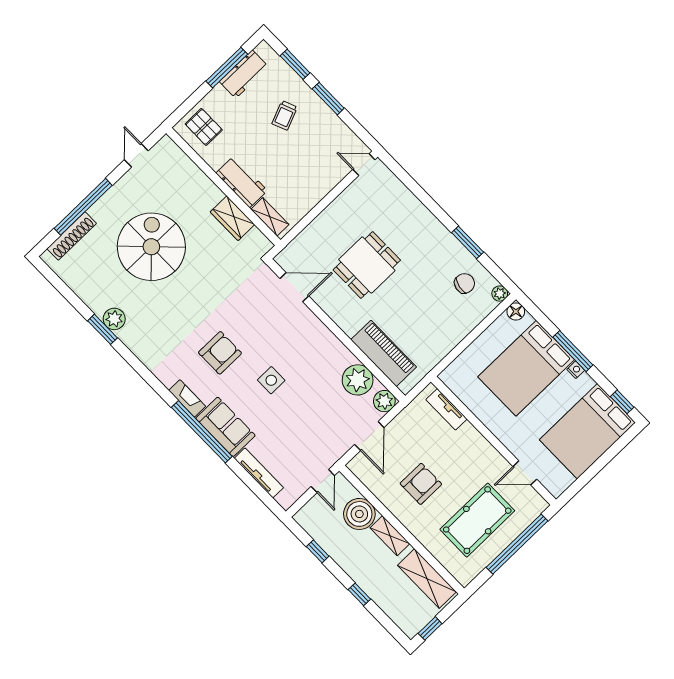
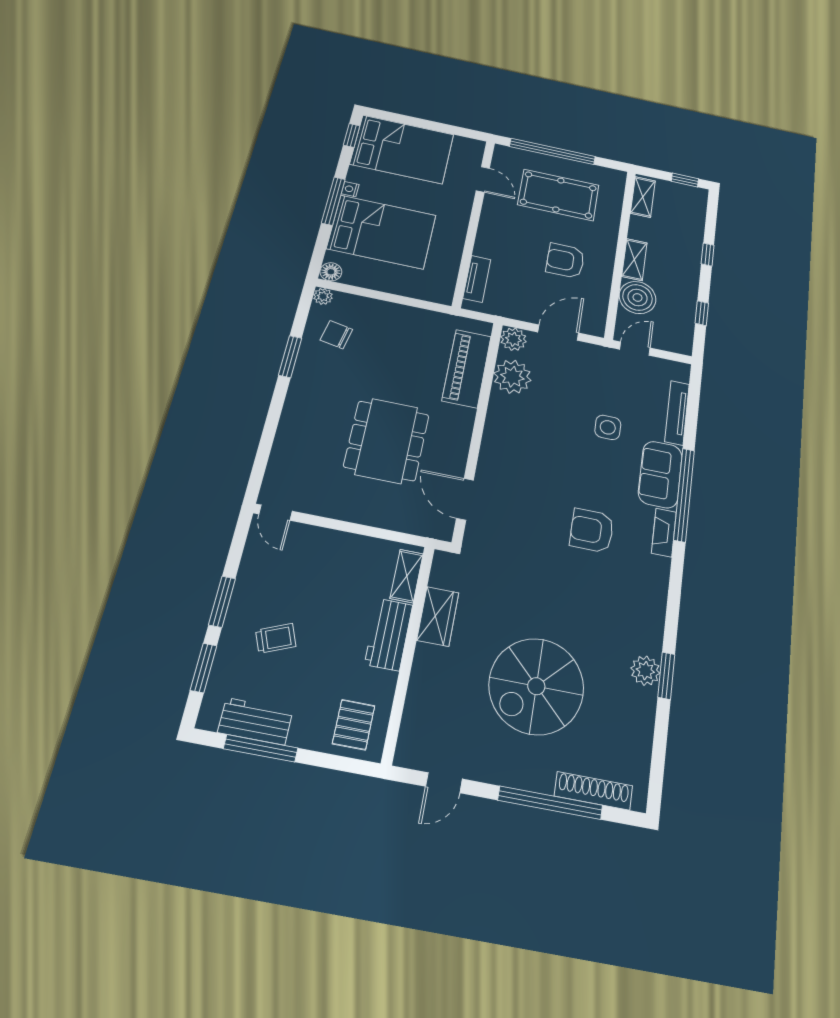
dining table: (367, 265) -> (387, 441), width x1.38
side table: (271, 380) -> (608, 427), moved
shelving: (427, 579) -> (643, 197), width x0.67, depth x0.75

